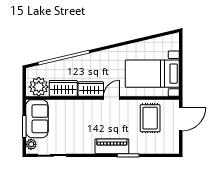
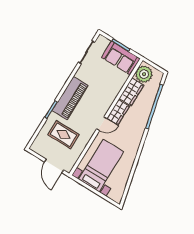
door: (112, 98) -> (102, 124), hinge flipped
rug: (150, 118) -> (63, 135), moved
plant: (31, 144) -> (104, 42), removed
piano: (112, 146) -> (70, 98), width x1.37, depth x1.33

